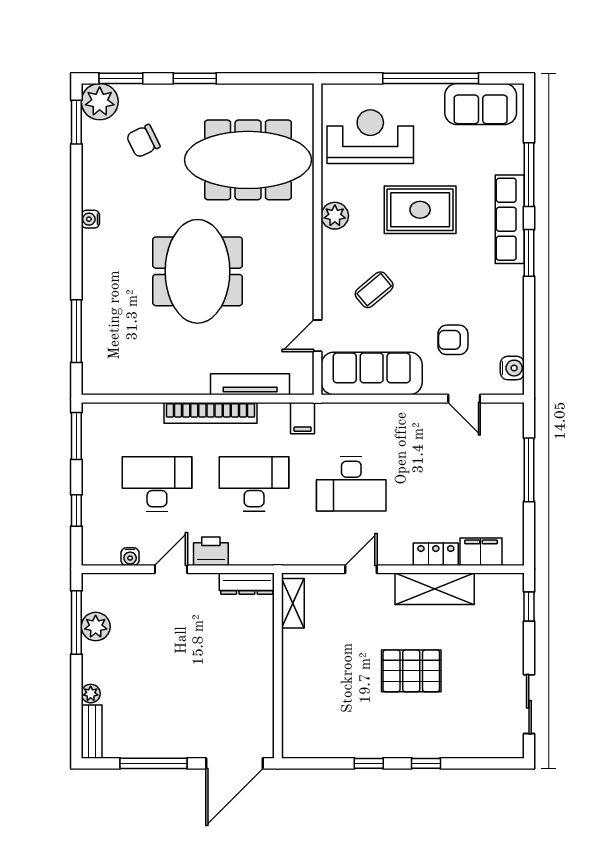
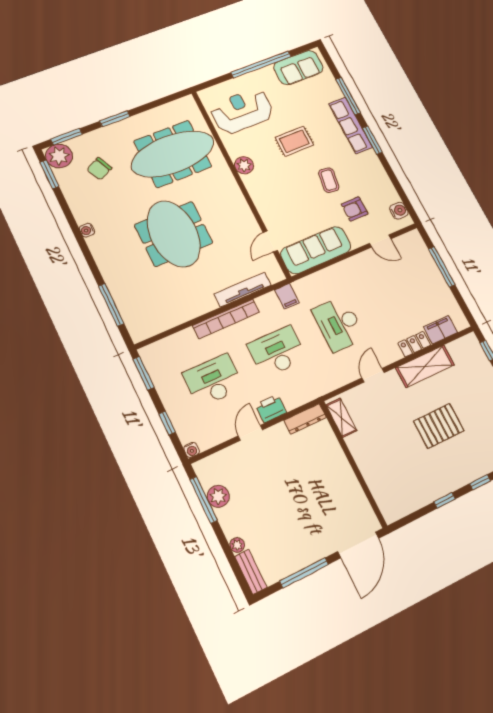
rug: (420, 210) -> (294, 141), width x0.73, depth x0.70
coffee table: (374, 290) -> (329, 180), moved, turned -41
desk: (351, 484) -> (339, 324), turned 90
water cooler: (130, 557) -> (192, 450), moved

